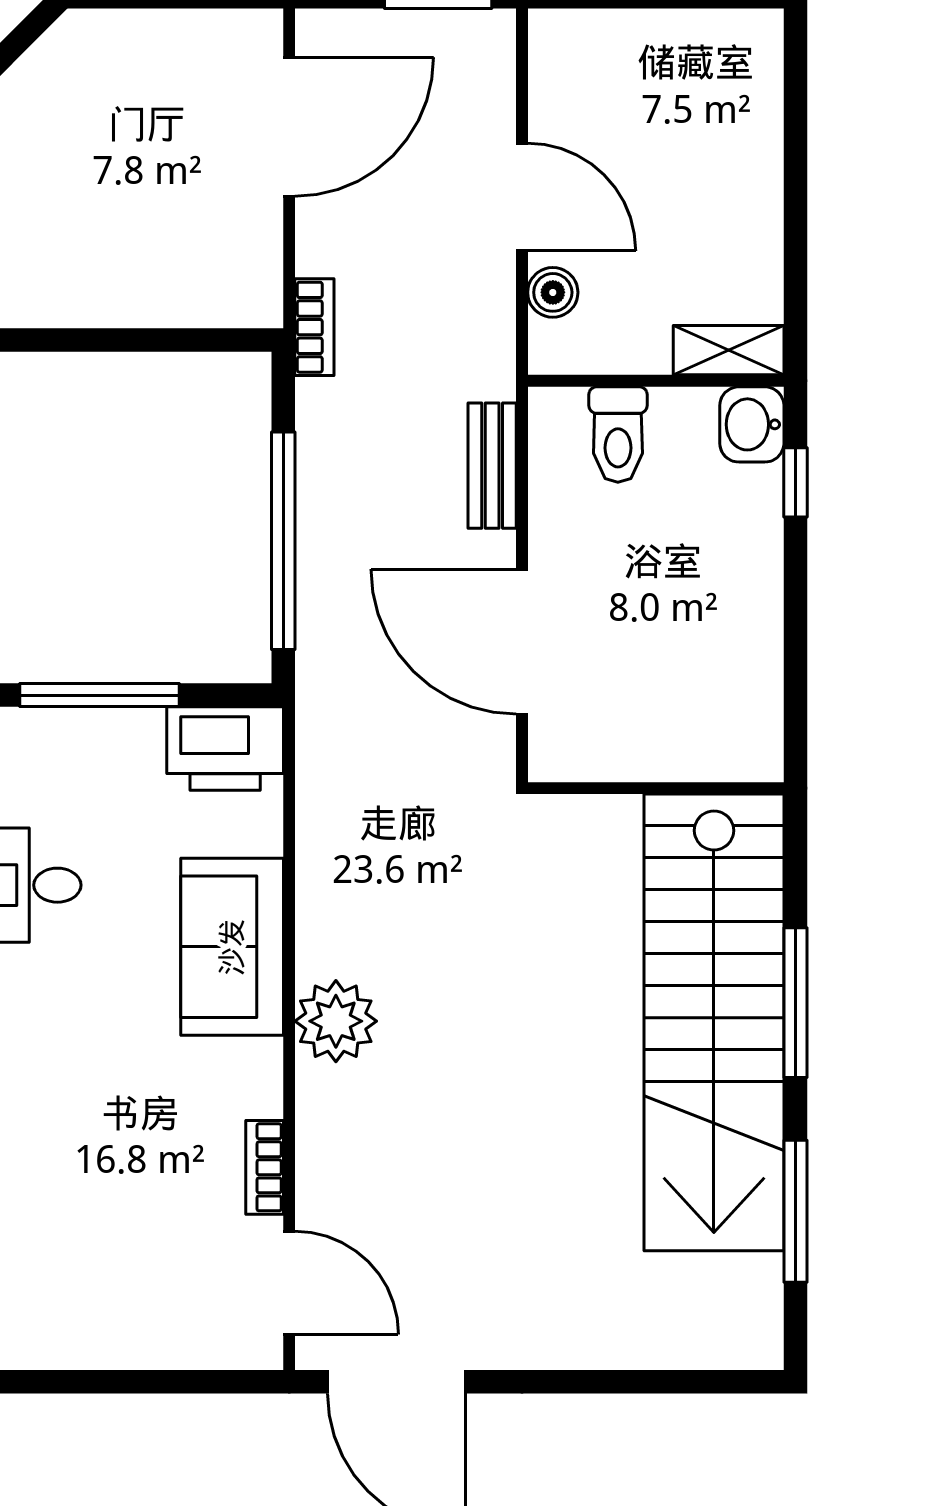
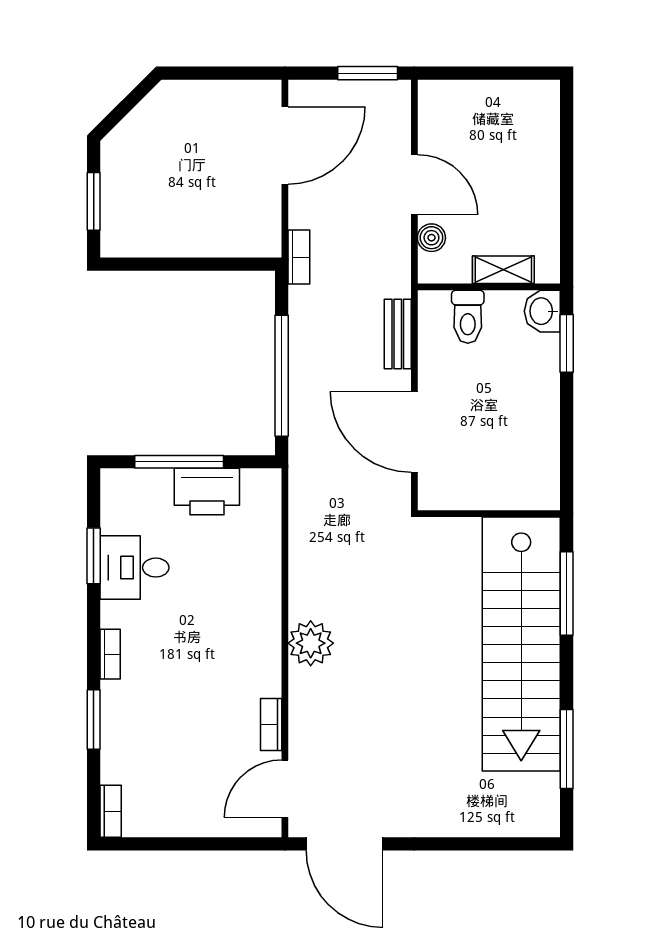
shelving: (729, 350) -> (503, 270), moved
window: (795, 482) -> (567, 343), width x1.50
printer: (225, 749) -> (207, 492), moved
sofa: (232, 947) -> (253, 602), removed
window: (795, 1003) -> (567, 593), moved
door: (289, 1283) -> (285, 789), swing flipped

